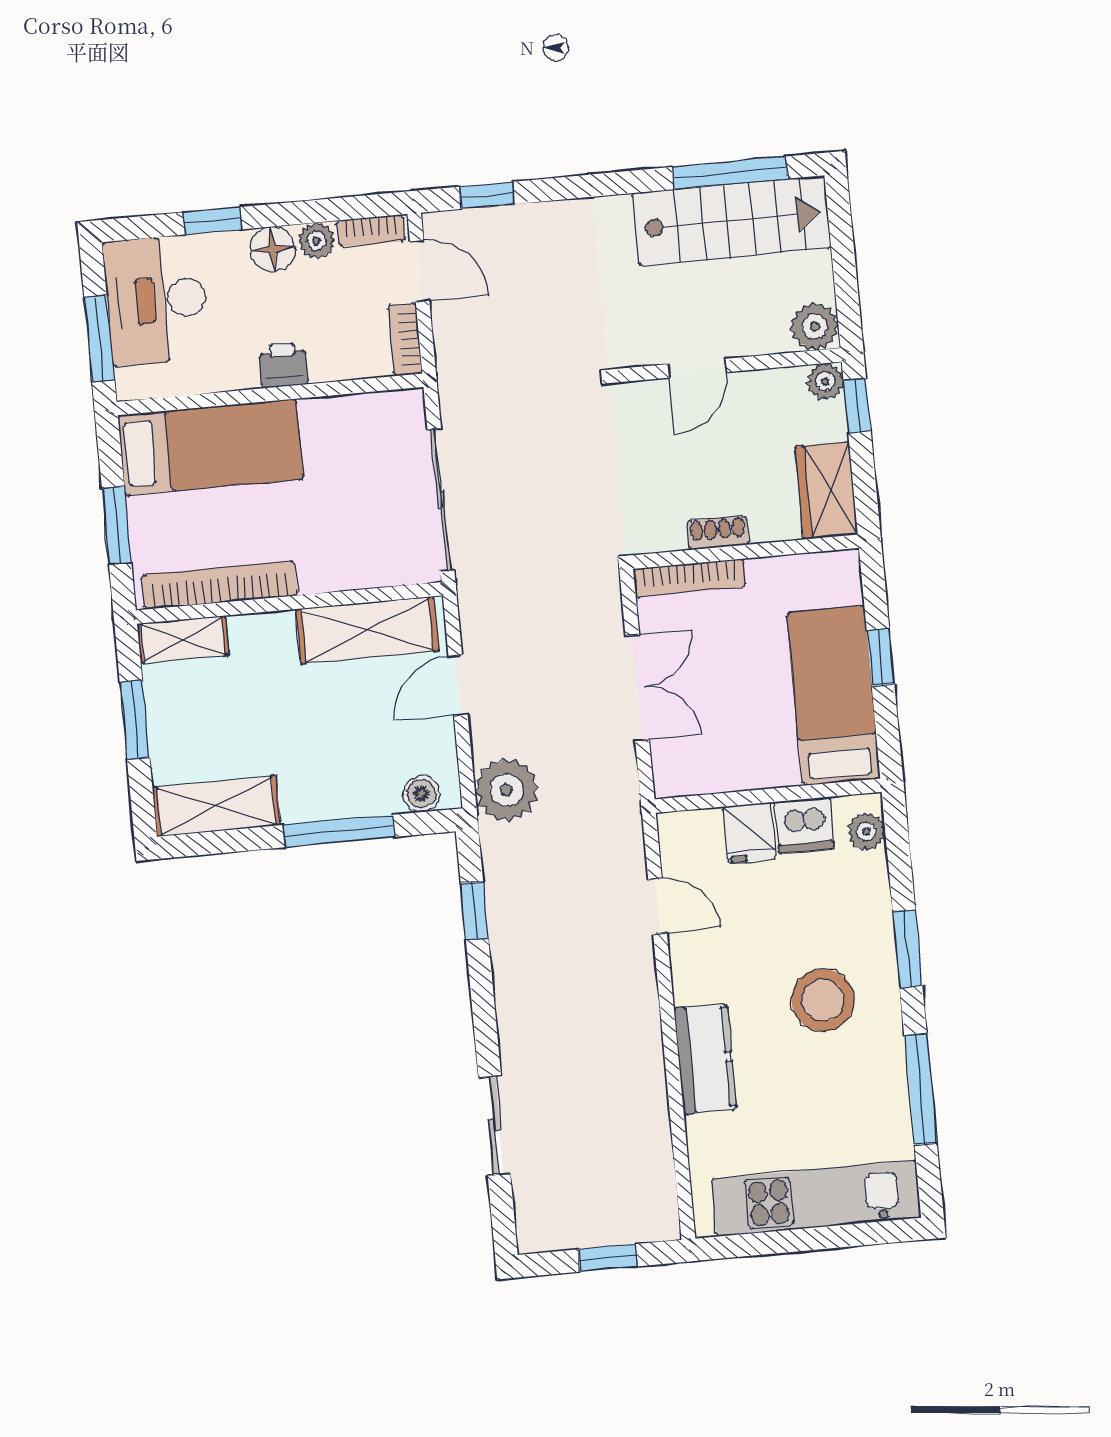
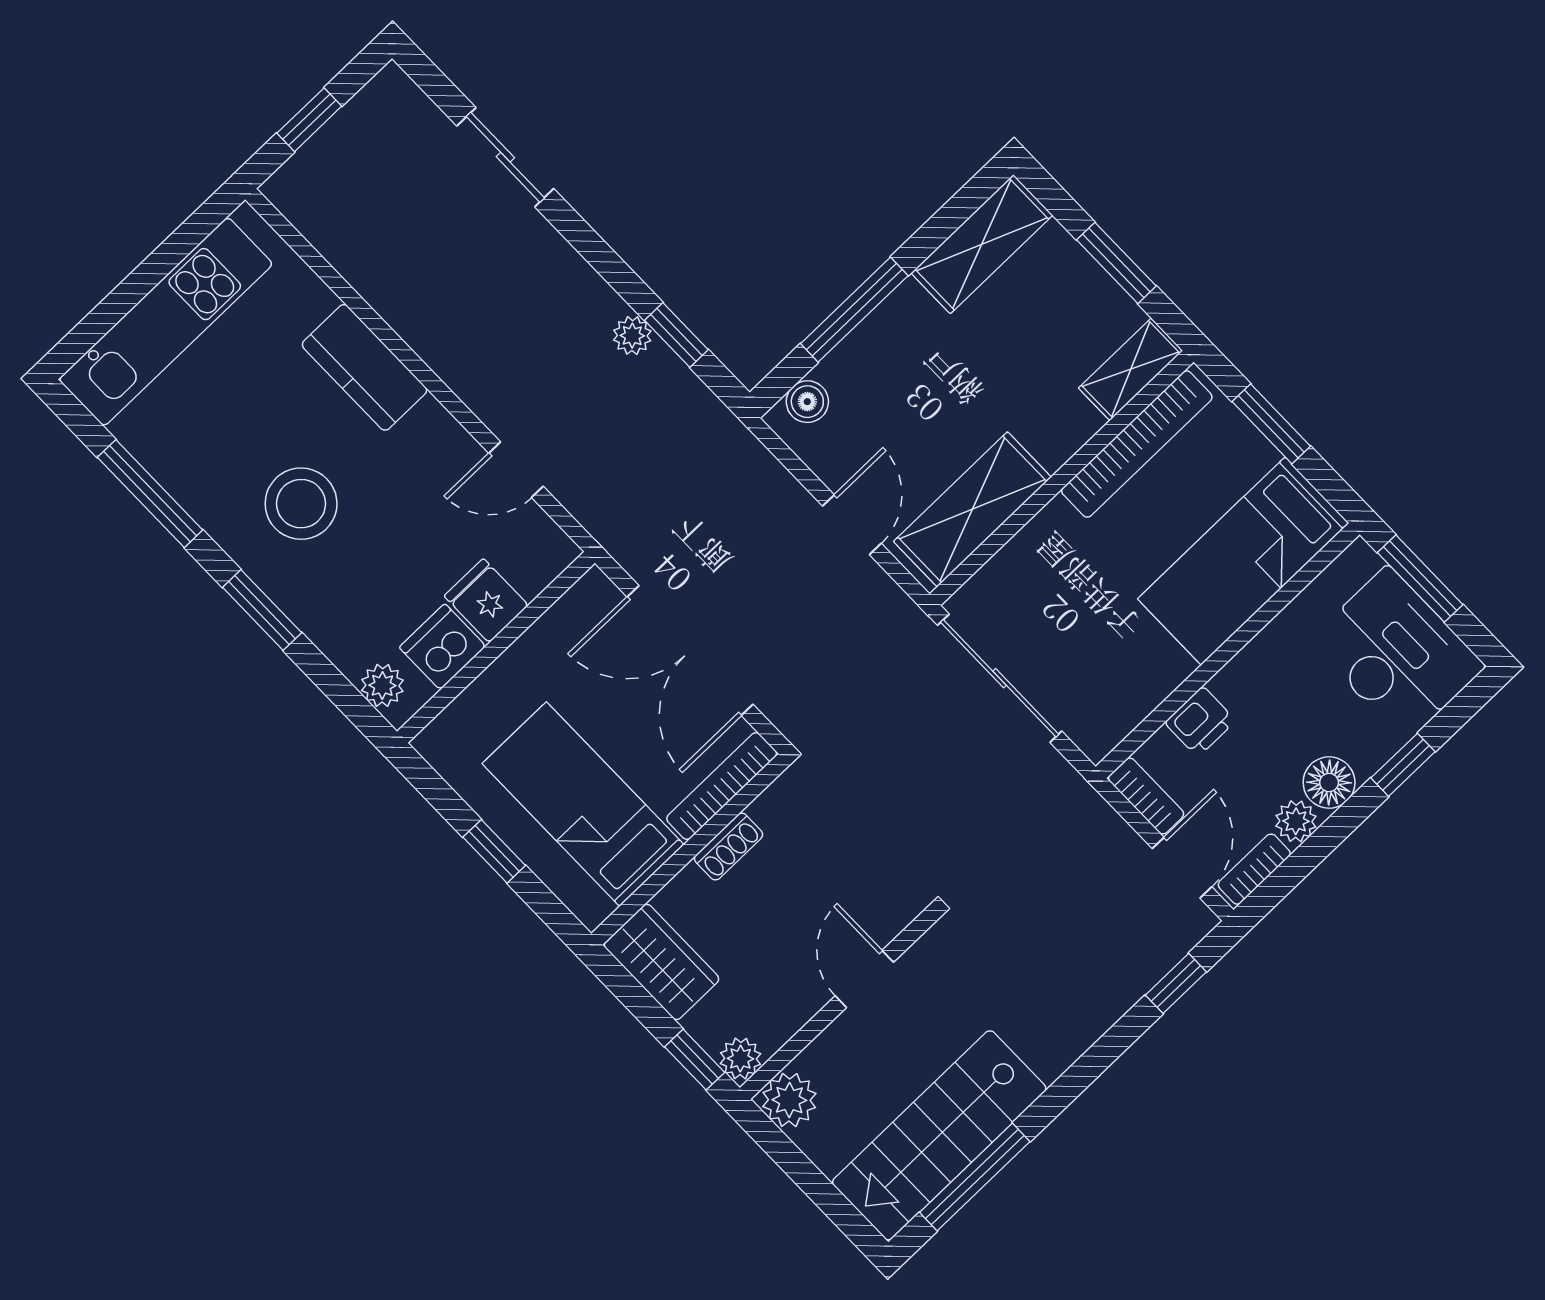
door: (420, 271) -> (1182, 868), swing flipped
printer: (283, 365) -> (1200, 722), moved
double door: (637, 688) -> (690, 651), width x1.37
bed: (834, 696) -> (583, 804), moved, turned 180
plant: (507, 790) -> (632, 336), moved, width x0.53, depth x0.53

